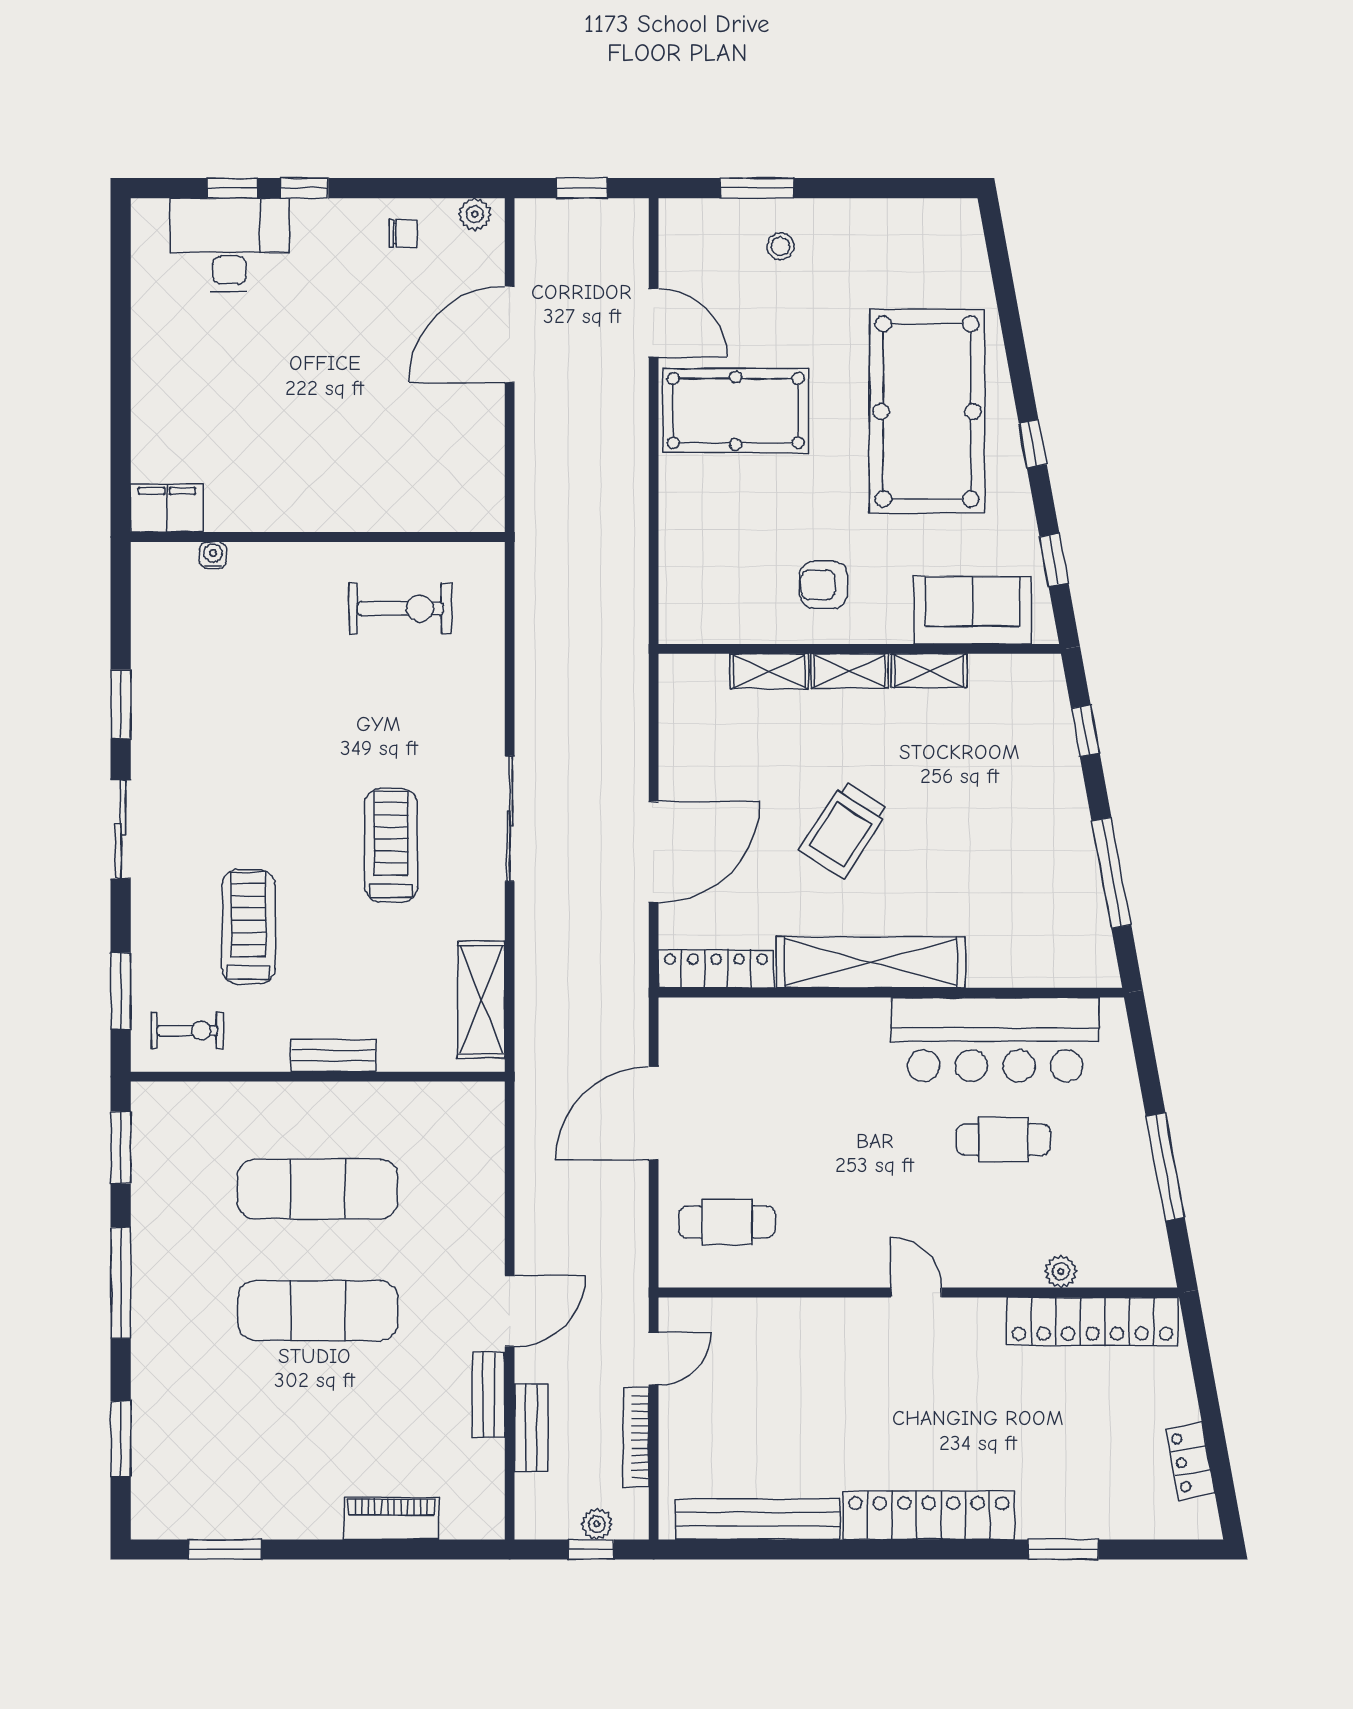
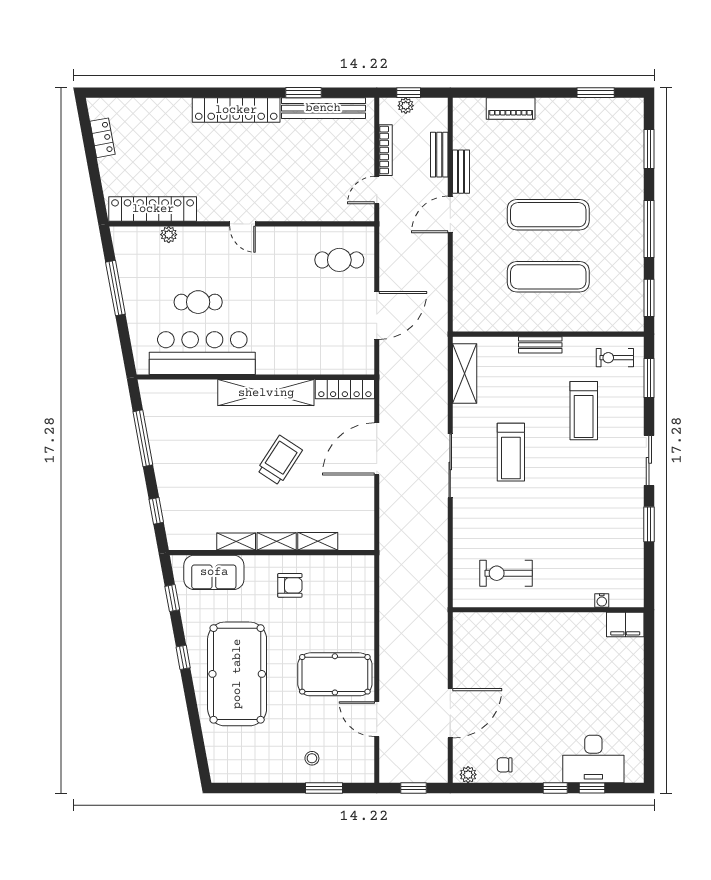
window: (1063, 1550) -> (303, 93), moved

